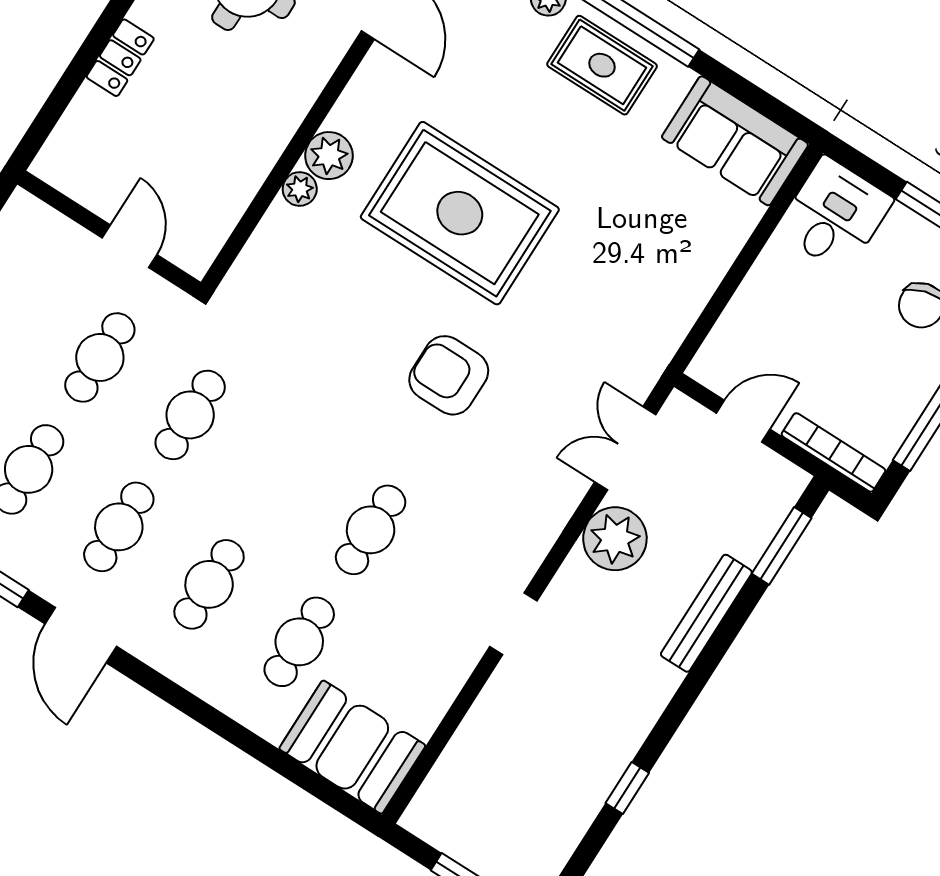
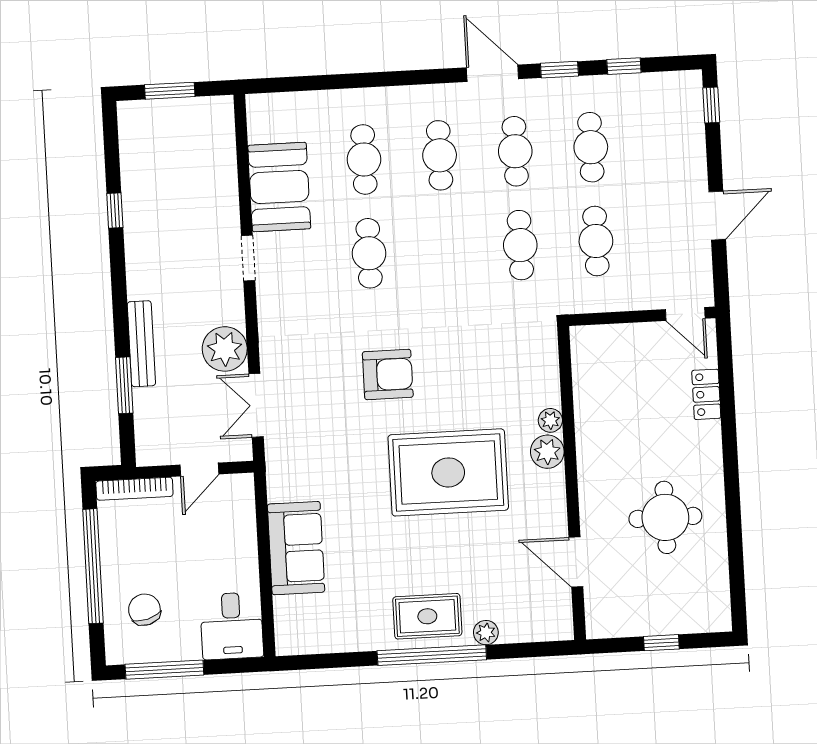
locker: (120, 58) -> (706, 394), moved
sofa: (735, 141) -> (296, 548), moved, turned 90
door: (130, 246) -> (685, 314), moved
double door: (625, 448) -> (256, 405), swing flipped
window: (782, 546) -> (124, 385), moved
booth: (352, 747) -> (279, 187), moved, turned 90

